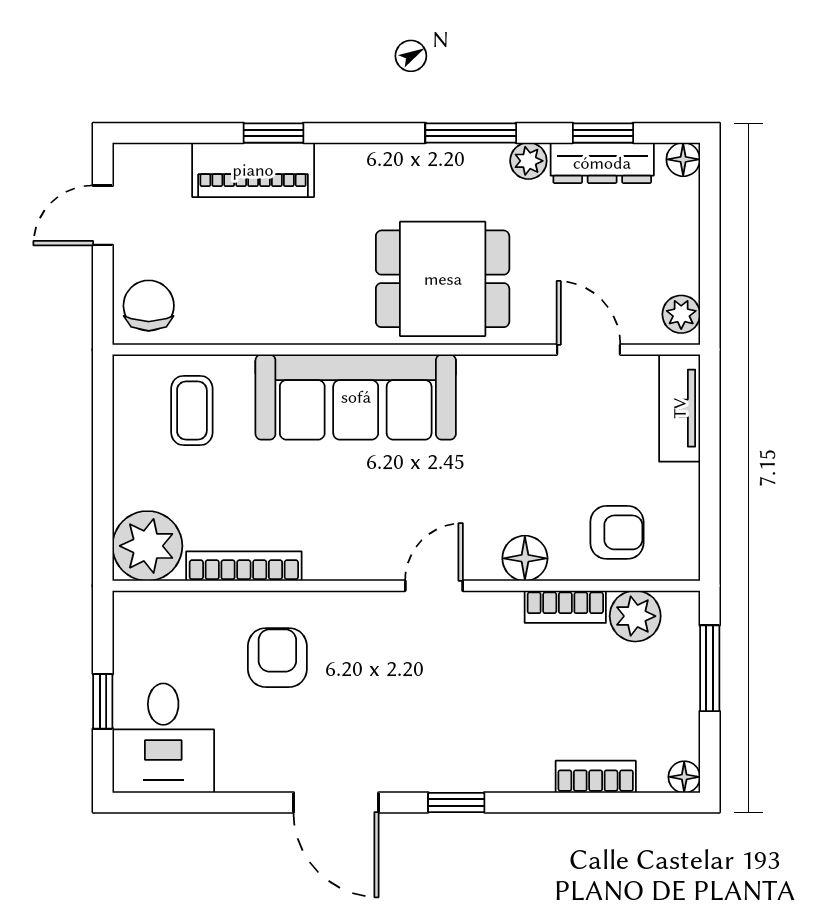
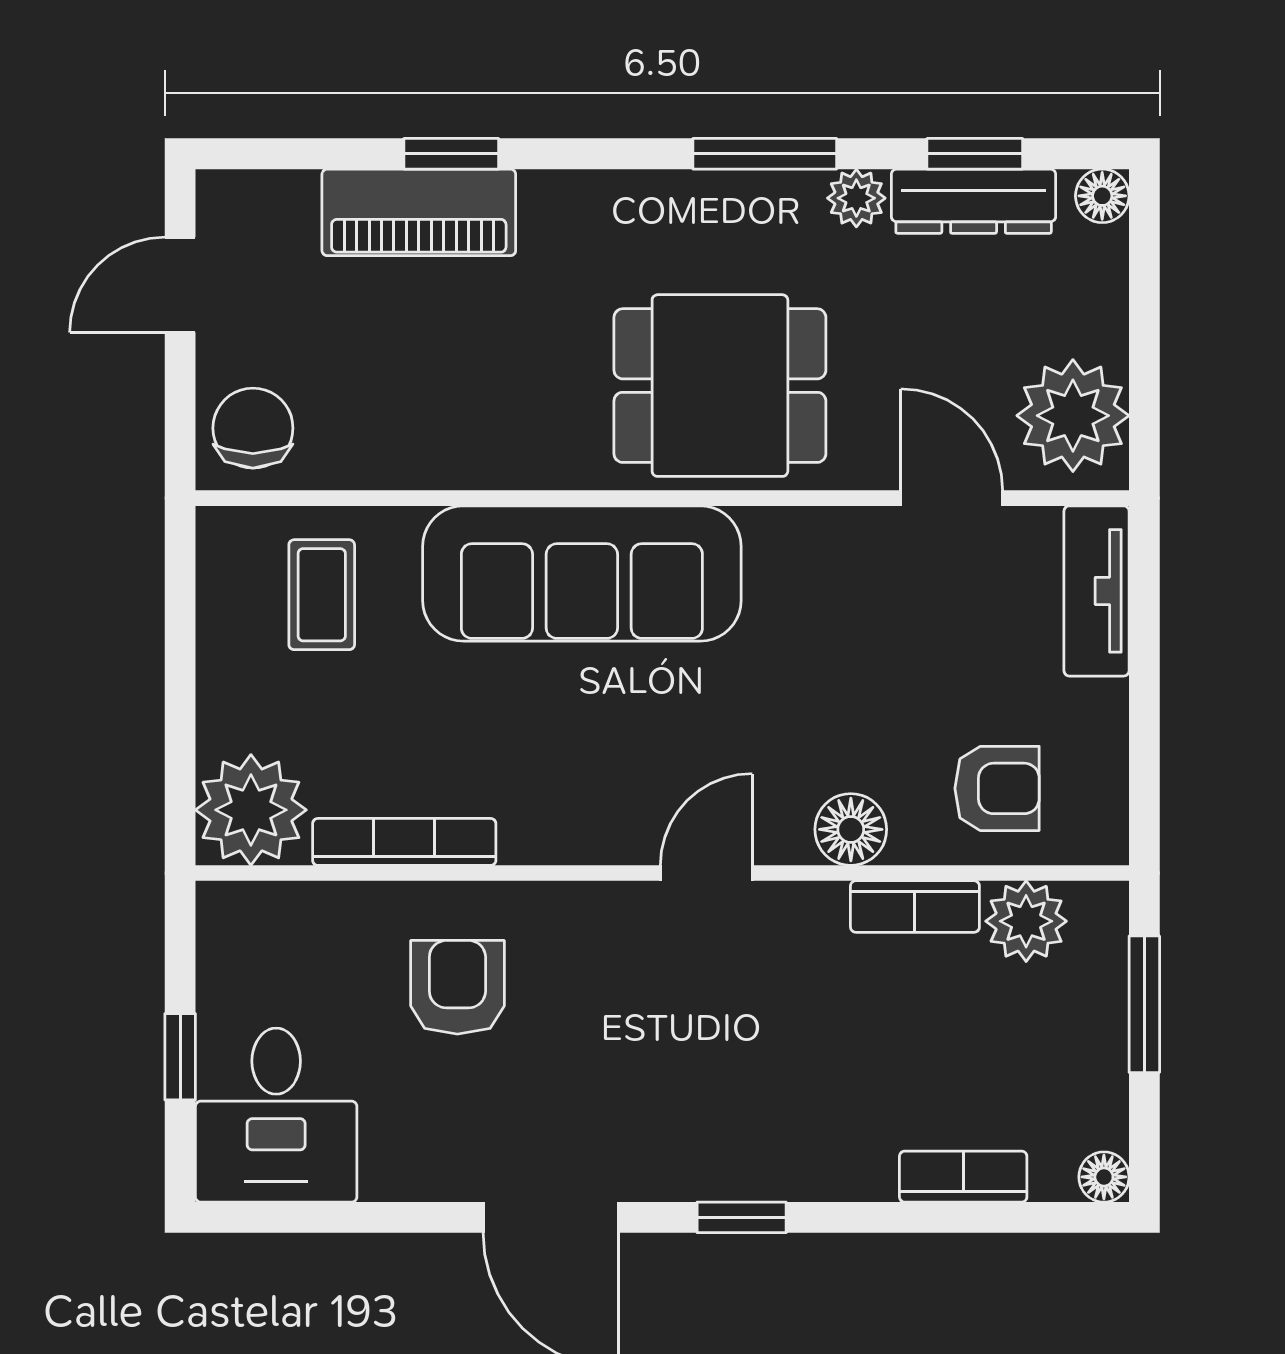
plant: (681, 314) -> (1073, 416), width x1.88, depth x1.88

